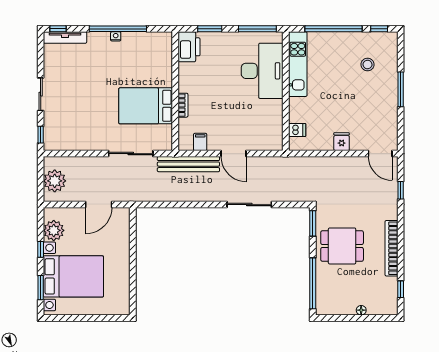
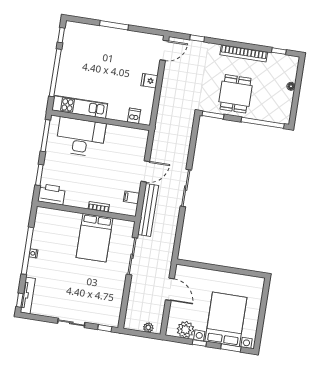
stool: (367, 65) -> (89, 49), removed
plant: (55, 181) -> (148, 327), width x0.53, depth x0.53
sliding door: (249, 205) -> (186, 188), moved

